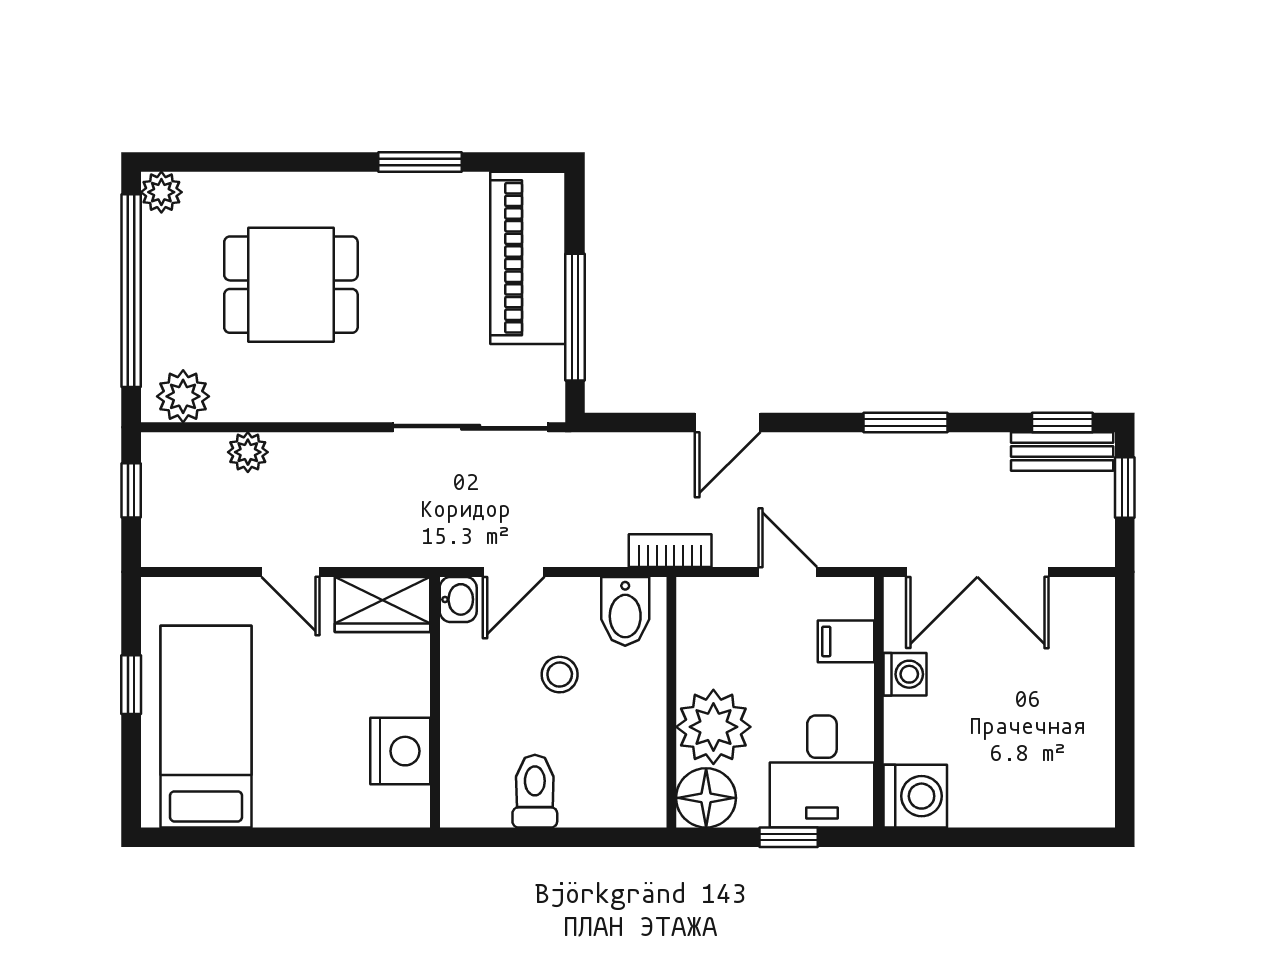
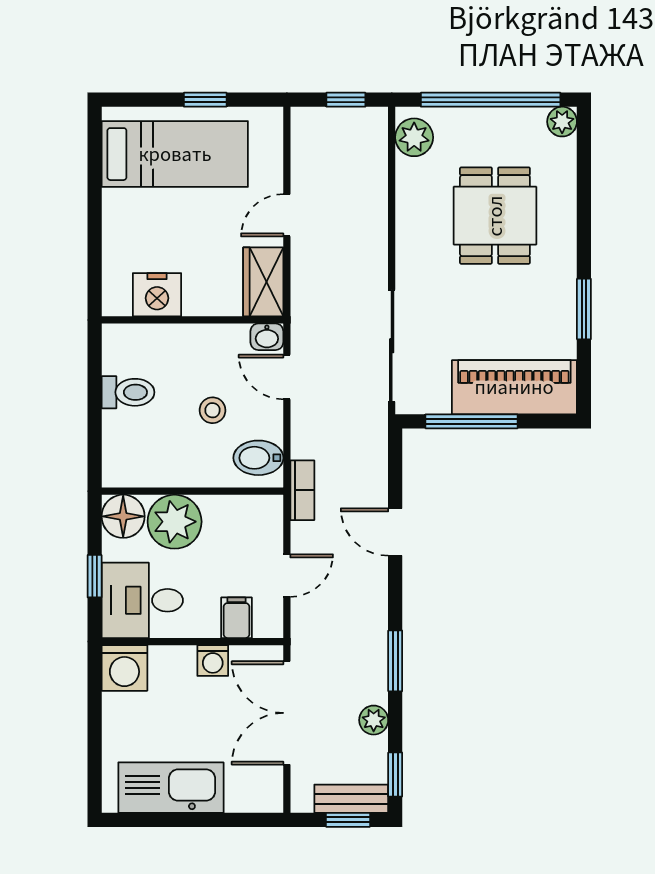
plant: (248, 452) -> (374, 720), moved
bench: (1062, 452) -> (351, 799), moved, turned 90
kitchen sink: (1080, 732) -> (171, 788), added

